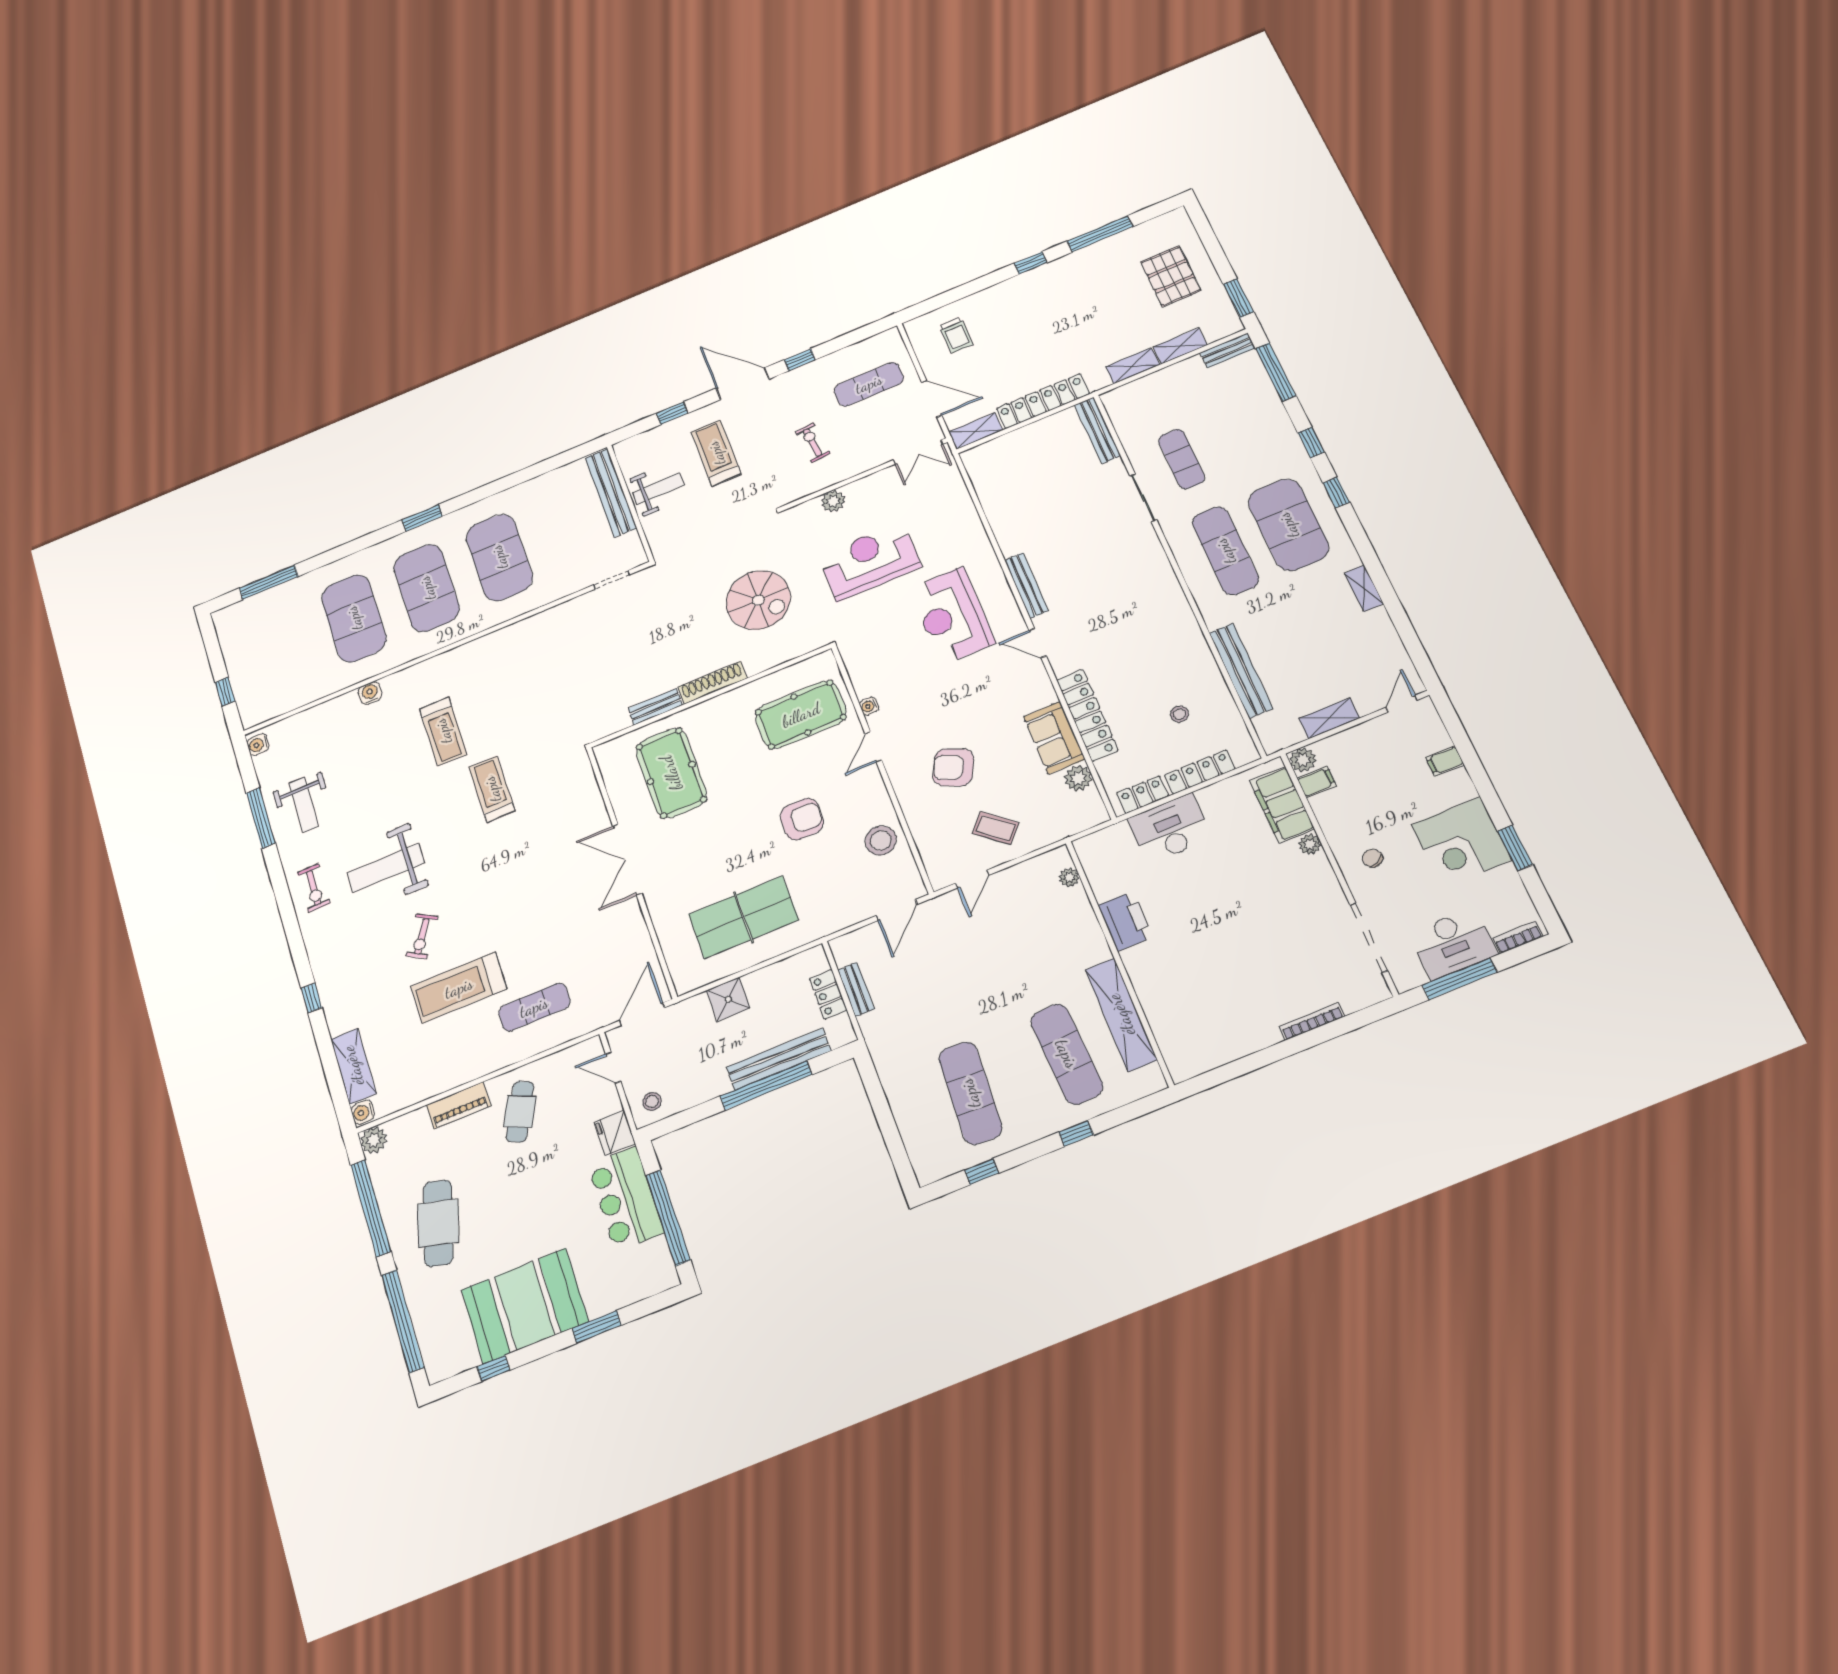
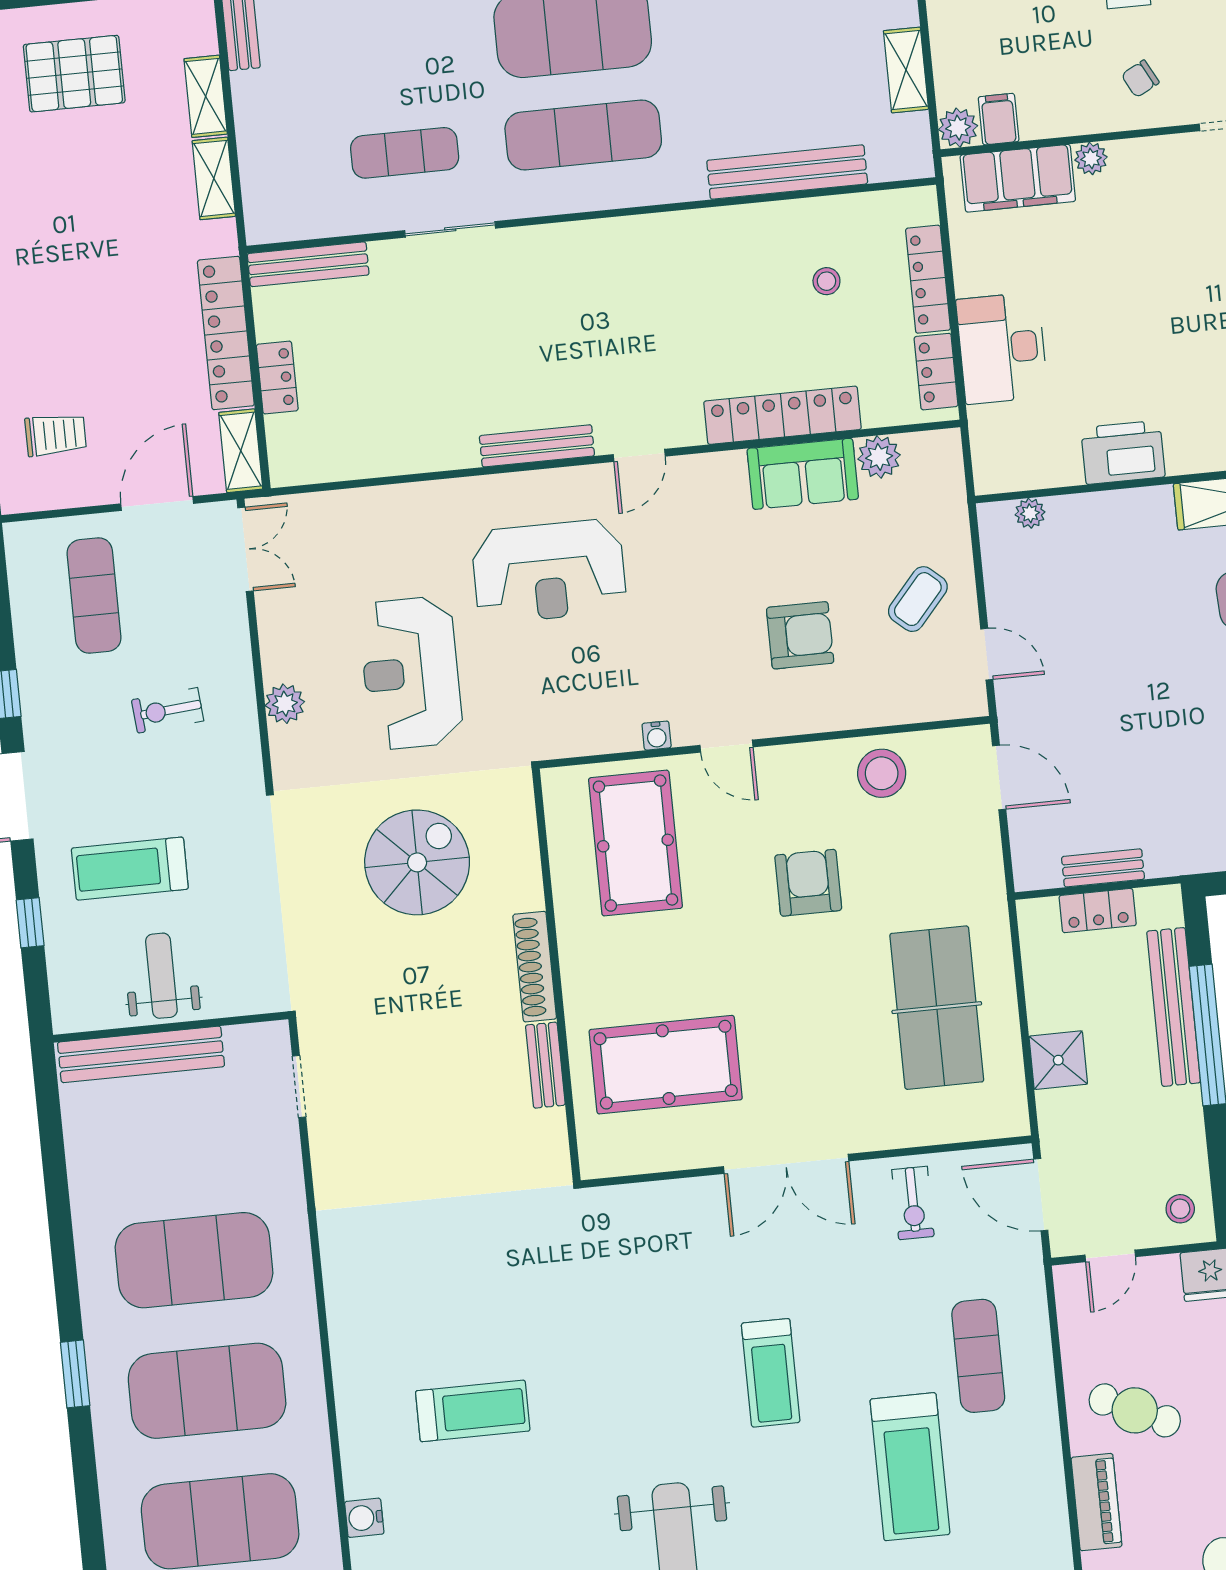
locker: (1025, 436) -> (277, 377), added
armchair: (953, 767) -> (800, 635), turned -115
treadmill: (492, 789) -> (771, 1373), moved, turned -90
exercise bike: (422, 936) -> (913, 1203), moved, turned 59

